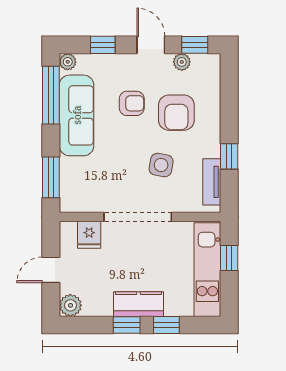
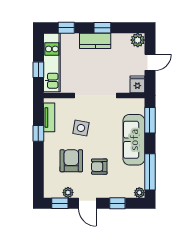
sofa: (77, 115) -> (134, 140), moved
fridge: (89, 235) -> (137, 84), moved
window: (166, 325) -> (66, 28), moved

